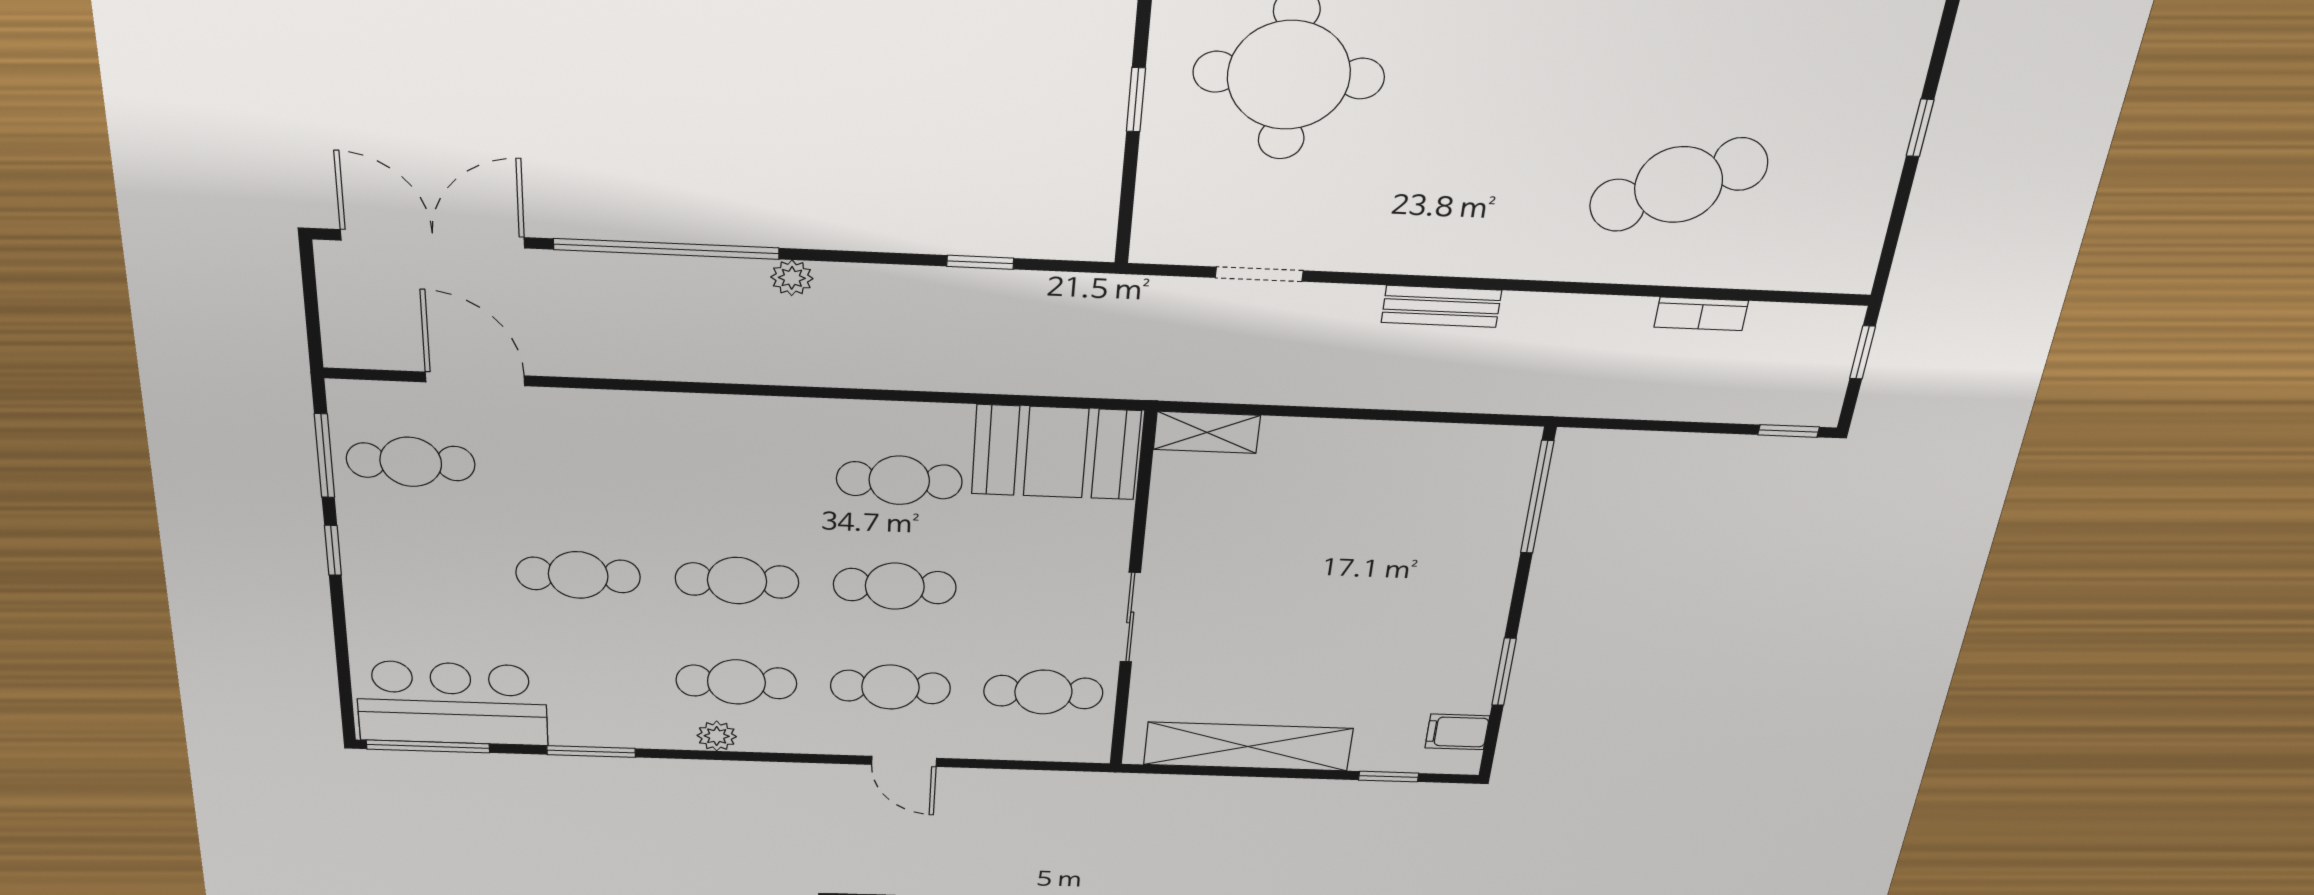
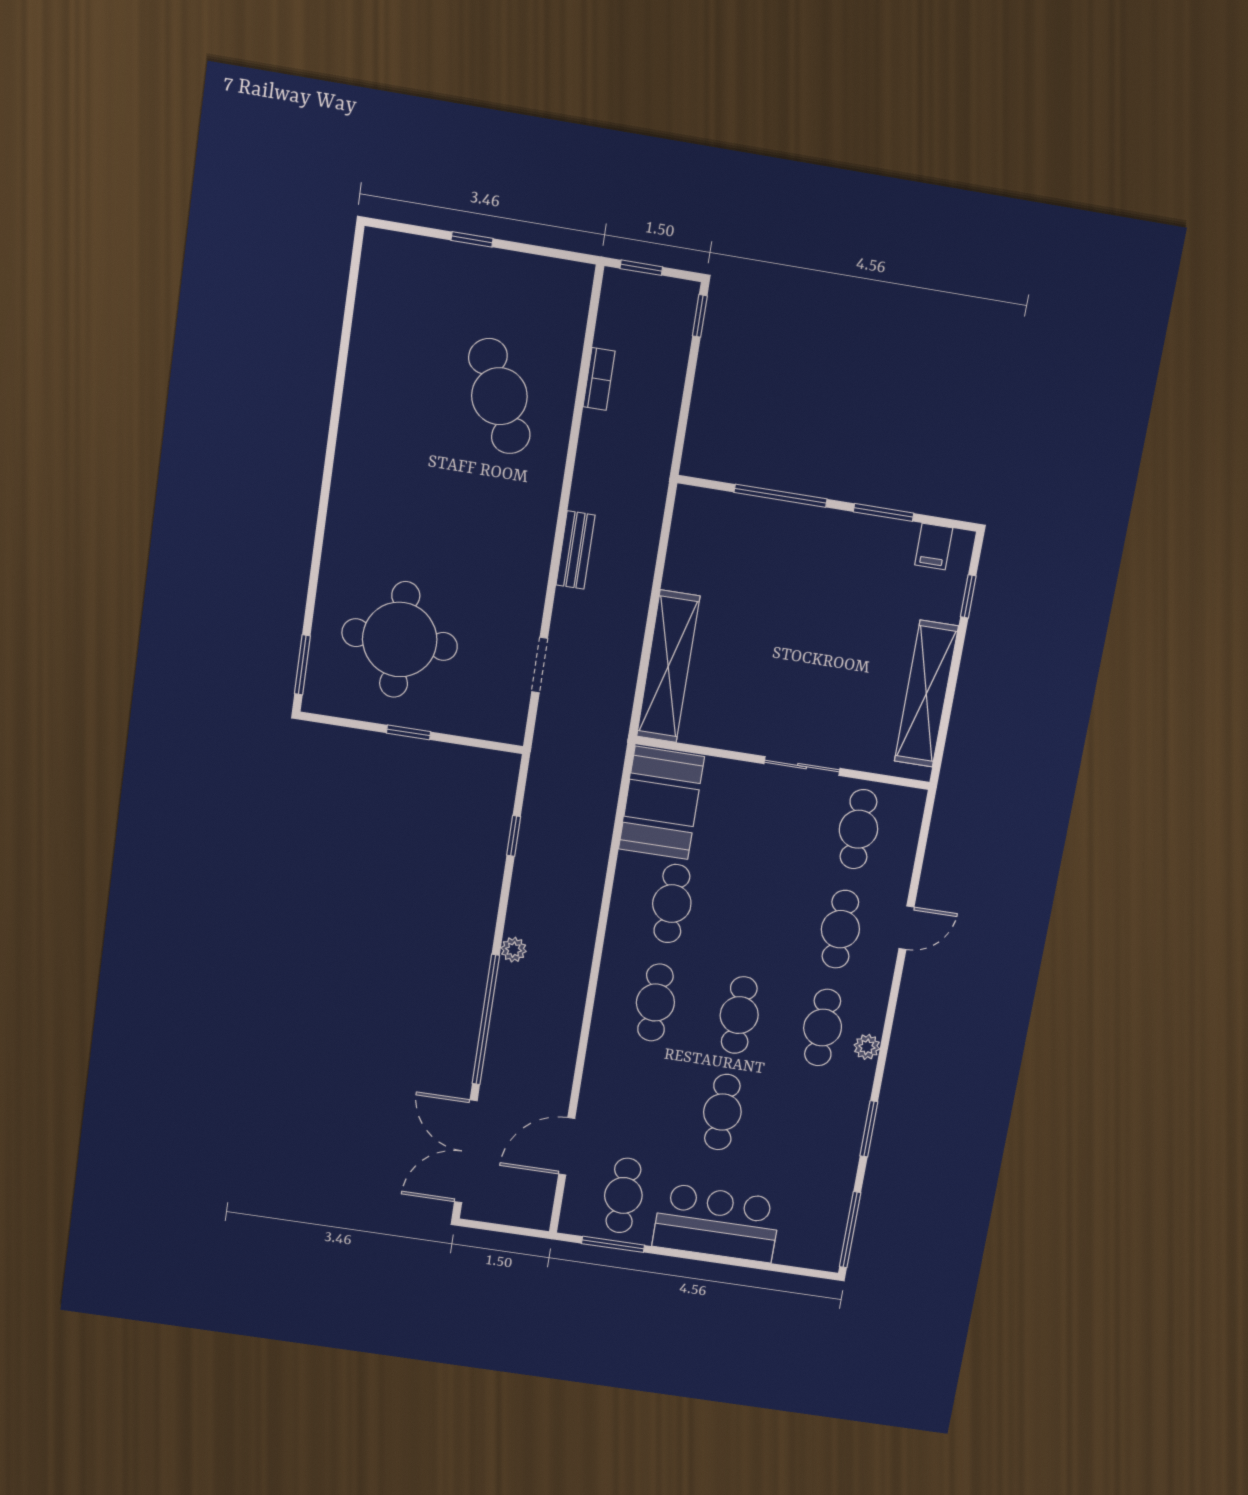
shelving: (1207, 432) -> (668, 666), width x2.20, depth x1.33
window: (1537, 497) -> (781, 496), moved
window: (333, 550) -> (685, 1255), removed
cafe table: (895, 586) -> (655, 1002), moved
bar counter: (452, 703) -> (717, 1223), moved, turned 90

